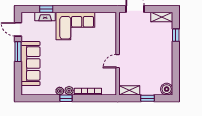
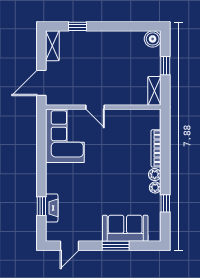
corner sofa: (75, 26) -> (65, 136), moved
window: (18, 52) -> (116, 246), moved
door: (118, 61) -> (95, 107), moved
sofa: (30, 64) -> (125, 228), width x0.73
window: (66, 98) -> (165, 203), moved

